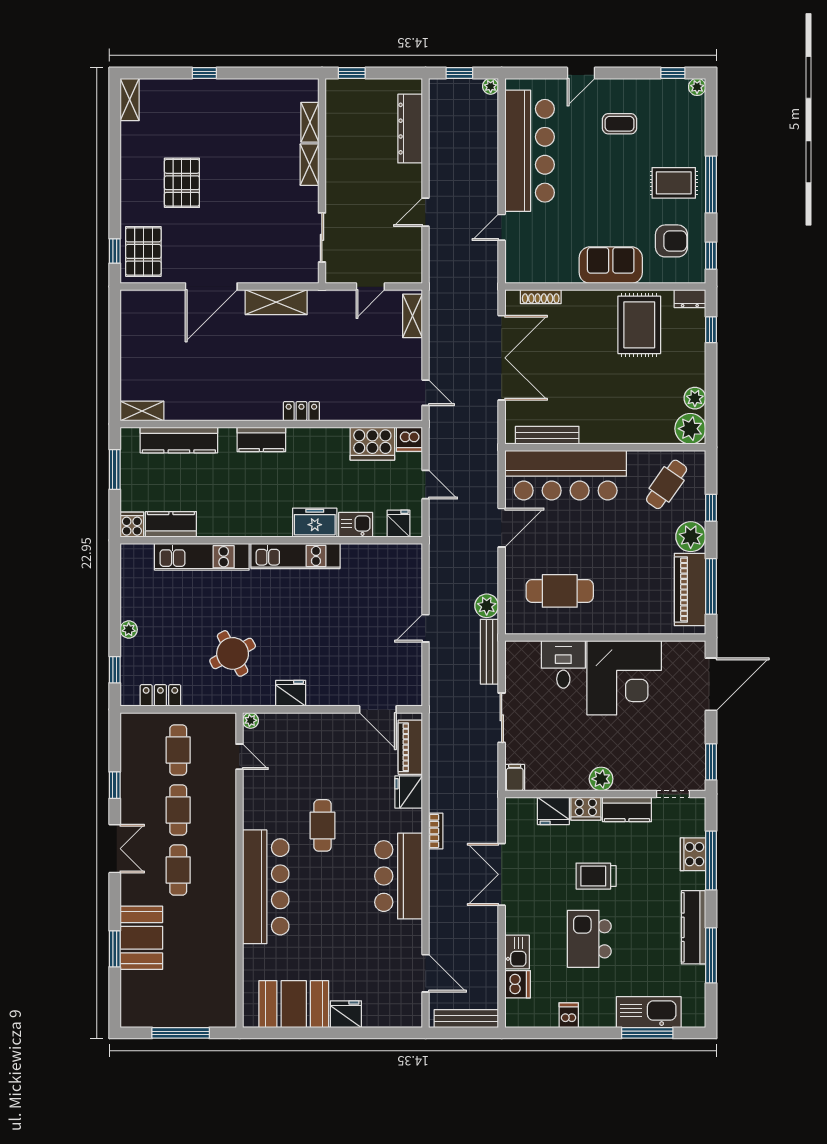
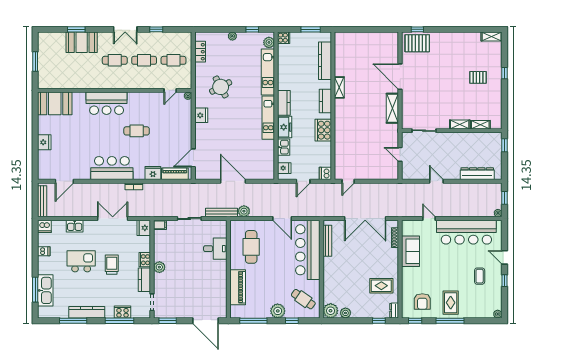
window: (673, 73) -> (504, 281), moved
pallet: (182, 183) -> (478, 77), moved, width x0.67, depth x0.71
sofa: (611, 265) -> (411, 251), moved
shelving: (413, 316) -> (386, 175), removed
rug: (639, 325) -> (381, 286), width x0.73, depth x0.70
shelving: (142, 411) -> (339, 87), moved
locker: (301, 411) -> (339, 121), removed
cooker: (372, 444) -> (323, 130), moved
kitchen counter: (171, 524) -> (284, 103), moved
plant: (142, 555) -> (269, 42), added
piano: (690, 589) -> (238, 287), moved, turned 90
door: (426, 628) -> (233, 181), width x1.88
window: (115, 670) -> (252, 29), moved
corner desk: (624, 678) -> (209, 278), removed
fridge: (553, 811) -> (144, 228), moved
bar counter: (266, 887) -> (107, 103), width x0.73
dishwasher: (518, 984) -> (44, 226), moved
booth: (294, 1004) -> (55, 103), moved, turned 90
window: (181, 1033) -> (35, 62), width x0.69

